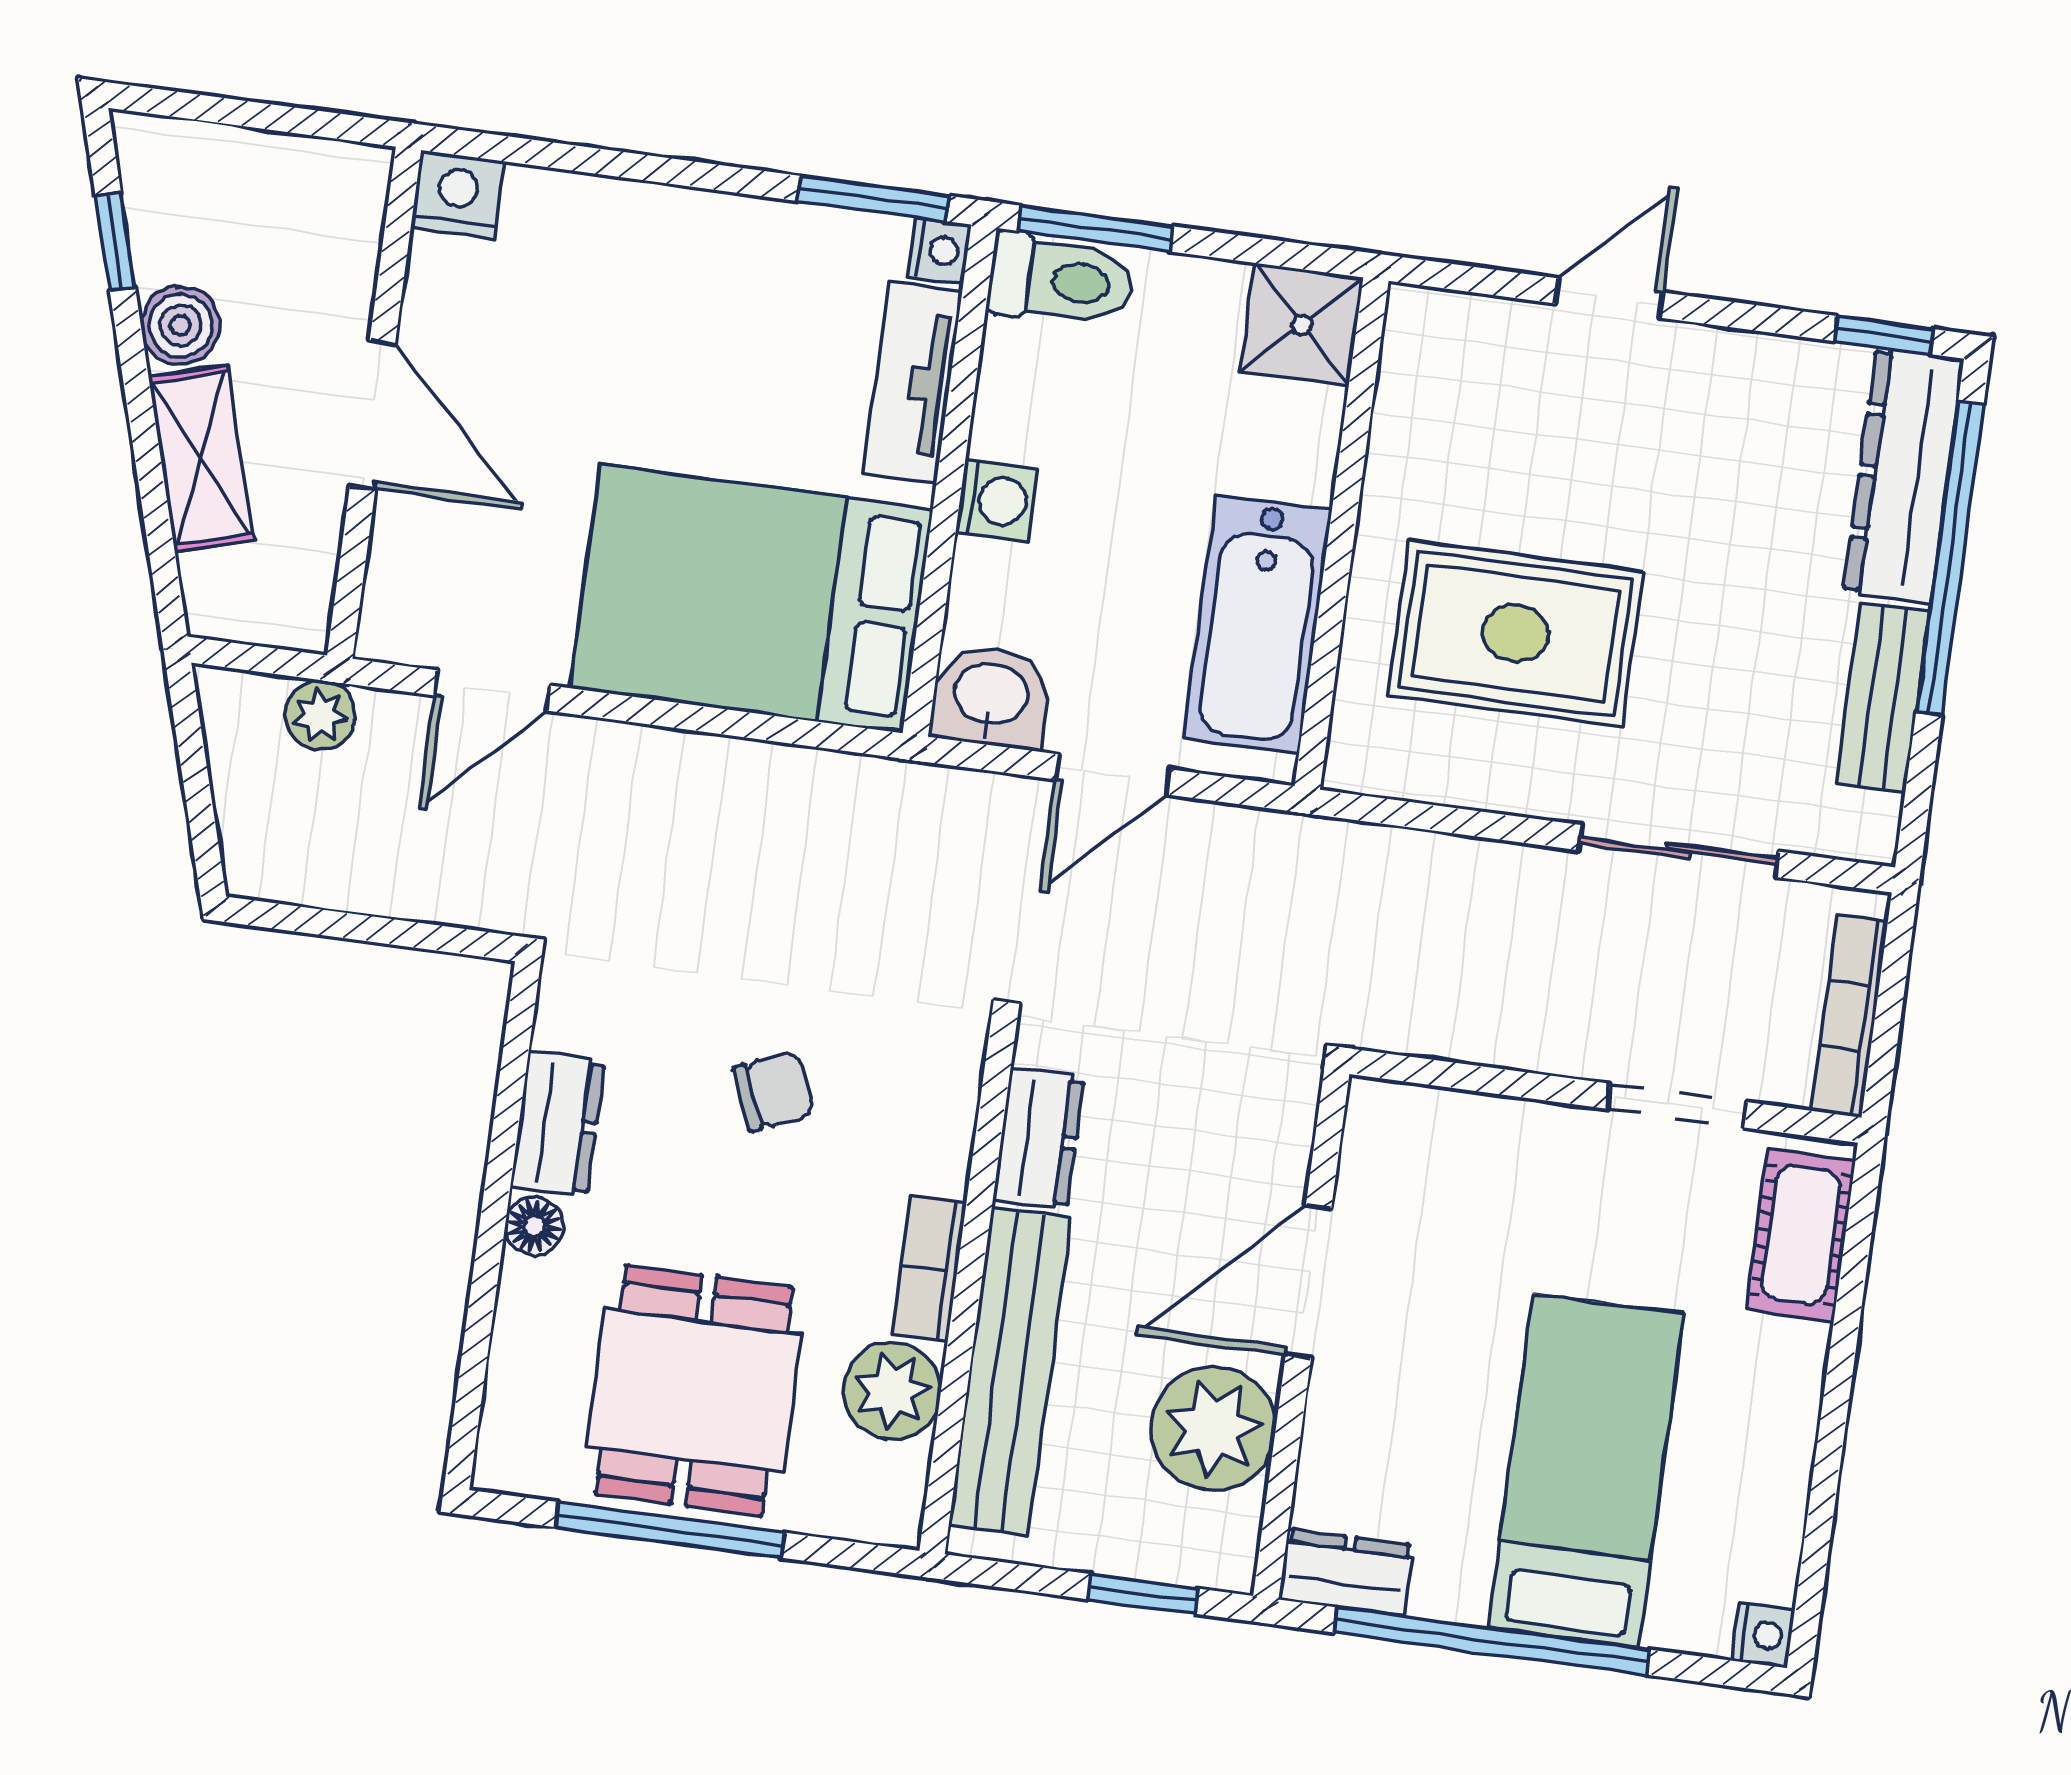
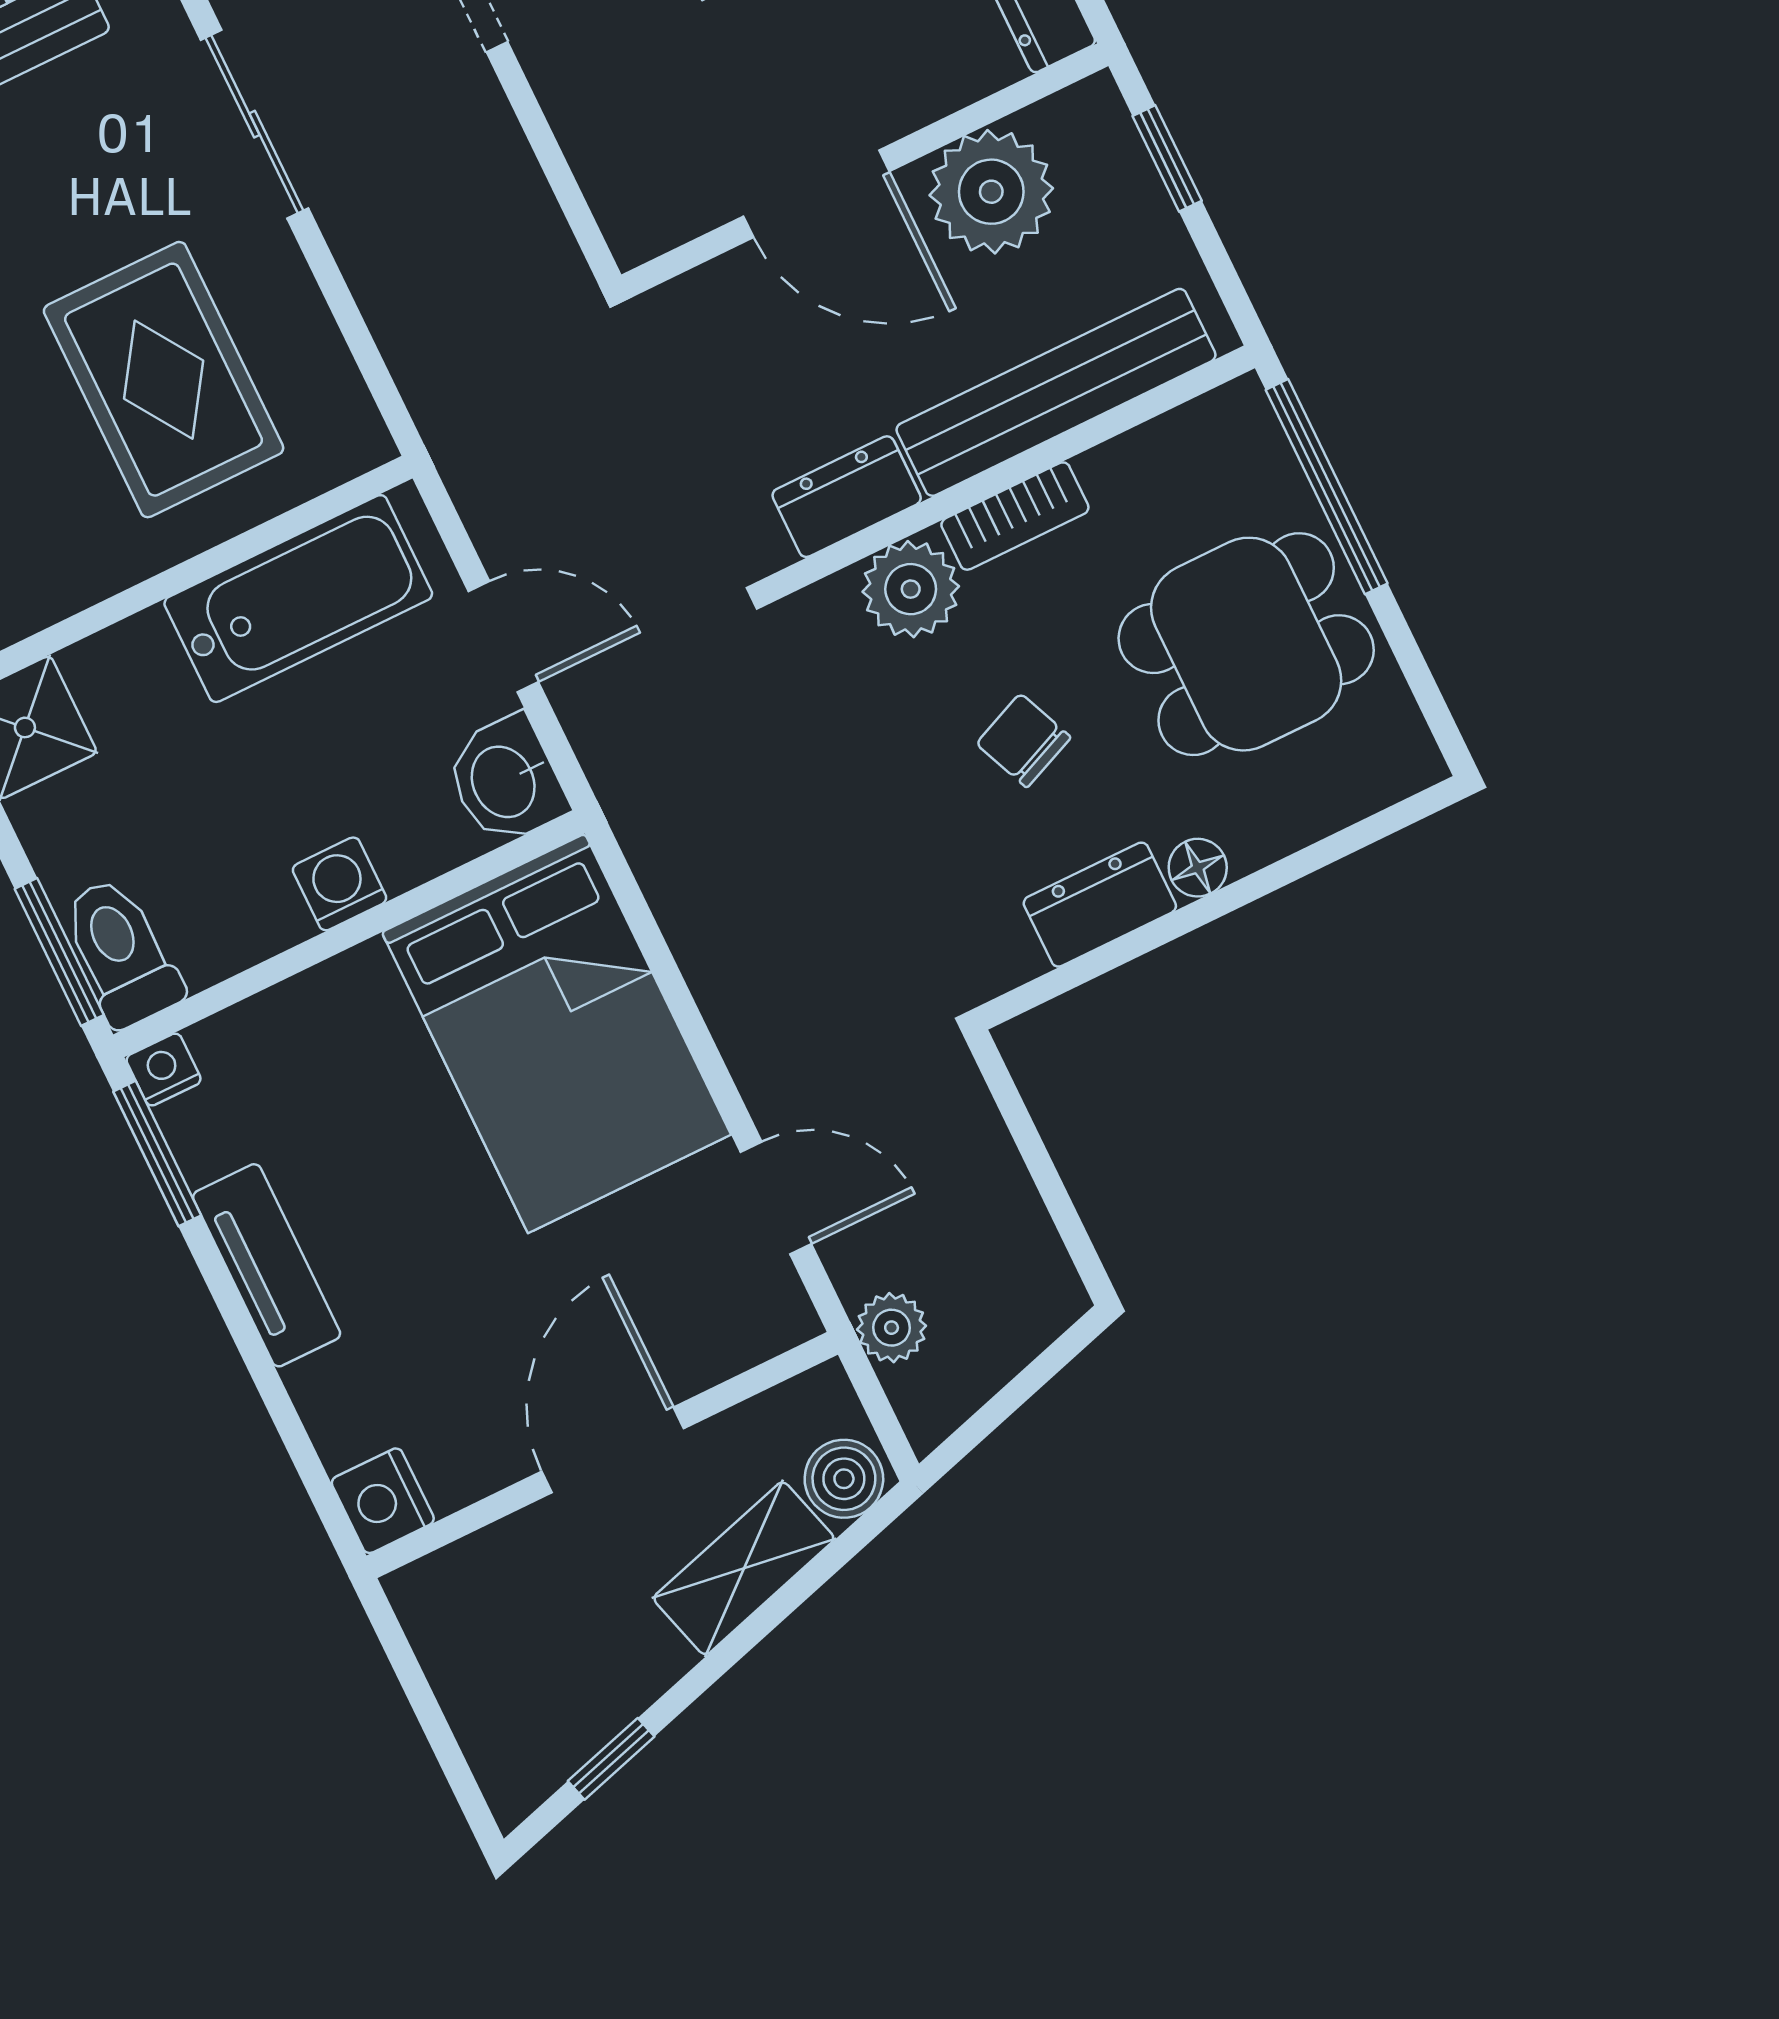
boiler: (180, 325) -> (844, 1479), moved
tv unit: (913, 382) -> (267, 1265), moved, turned -90
chair: (774, 1091) -> (1024, 740), moved
plant: (892, 1391) -> (911, 589), moved
window: (670, 1530) -> (1327, 487), moved

